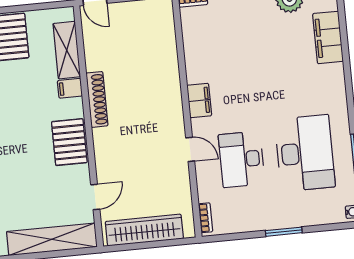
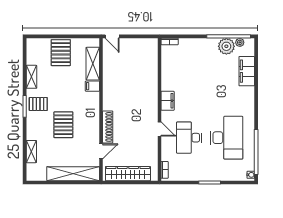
shoe rack: (97, 99) -> (108, 127), moved
pallet: (69, 142) -> (63, 125), moved

